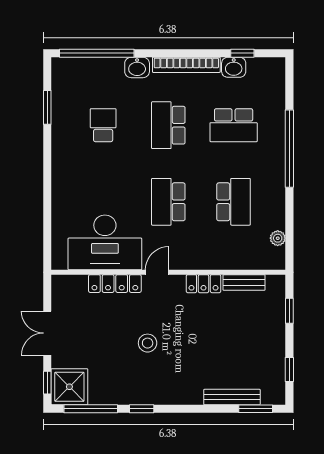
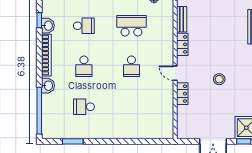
school desk: (168, 125) -> (84, 66), width x0.54
school desk: (234, 125) -> (84, 26), width x0.54
school desk: (168, 202) -> (131, 66), width x0.54
desk: (105, 242) -> (157, 106), removed
locker: (115, 284) -> (182, 94), width x0.66

